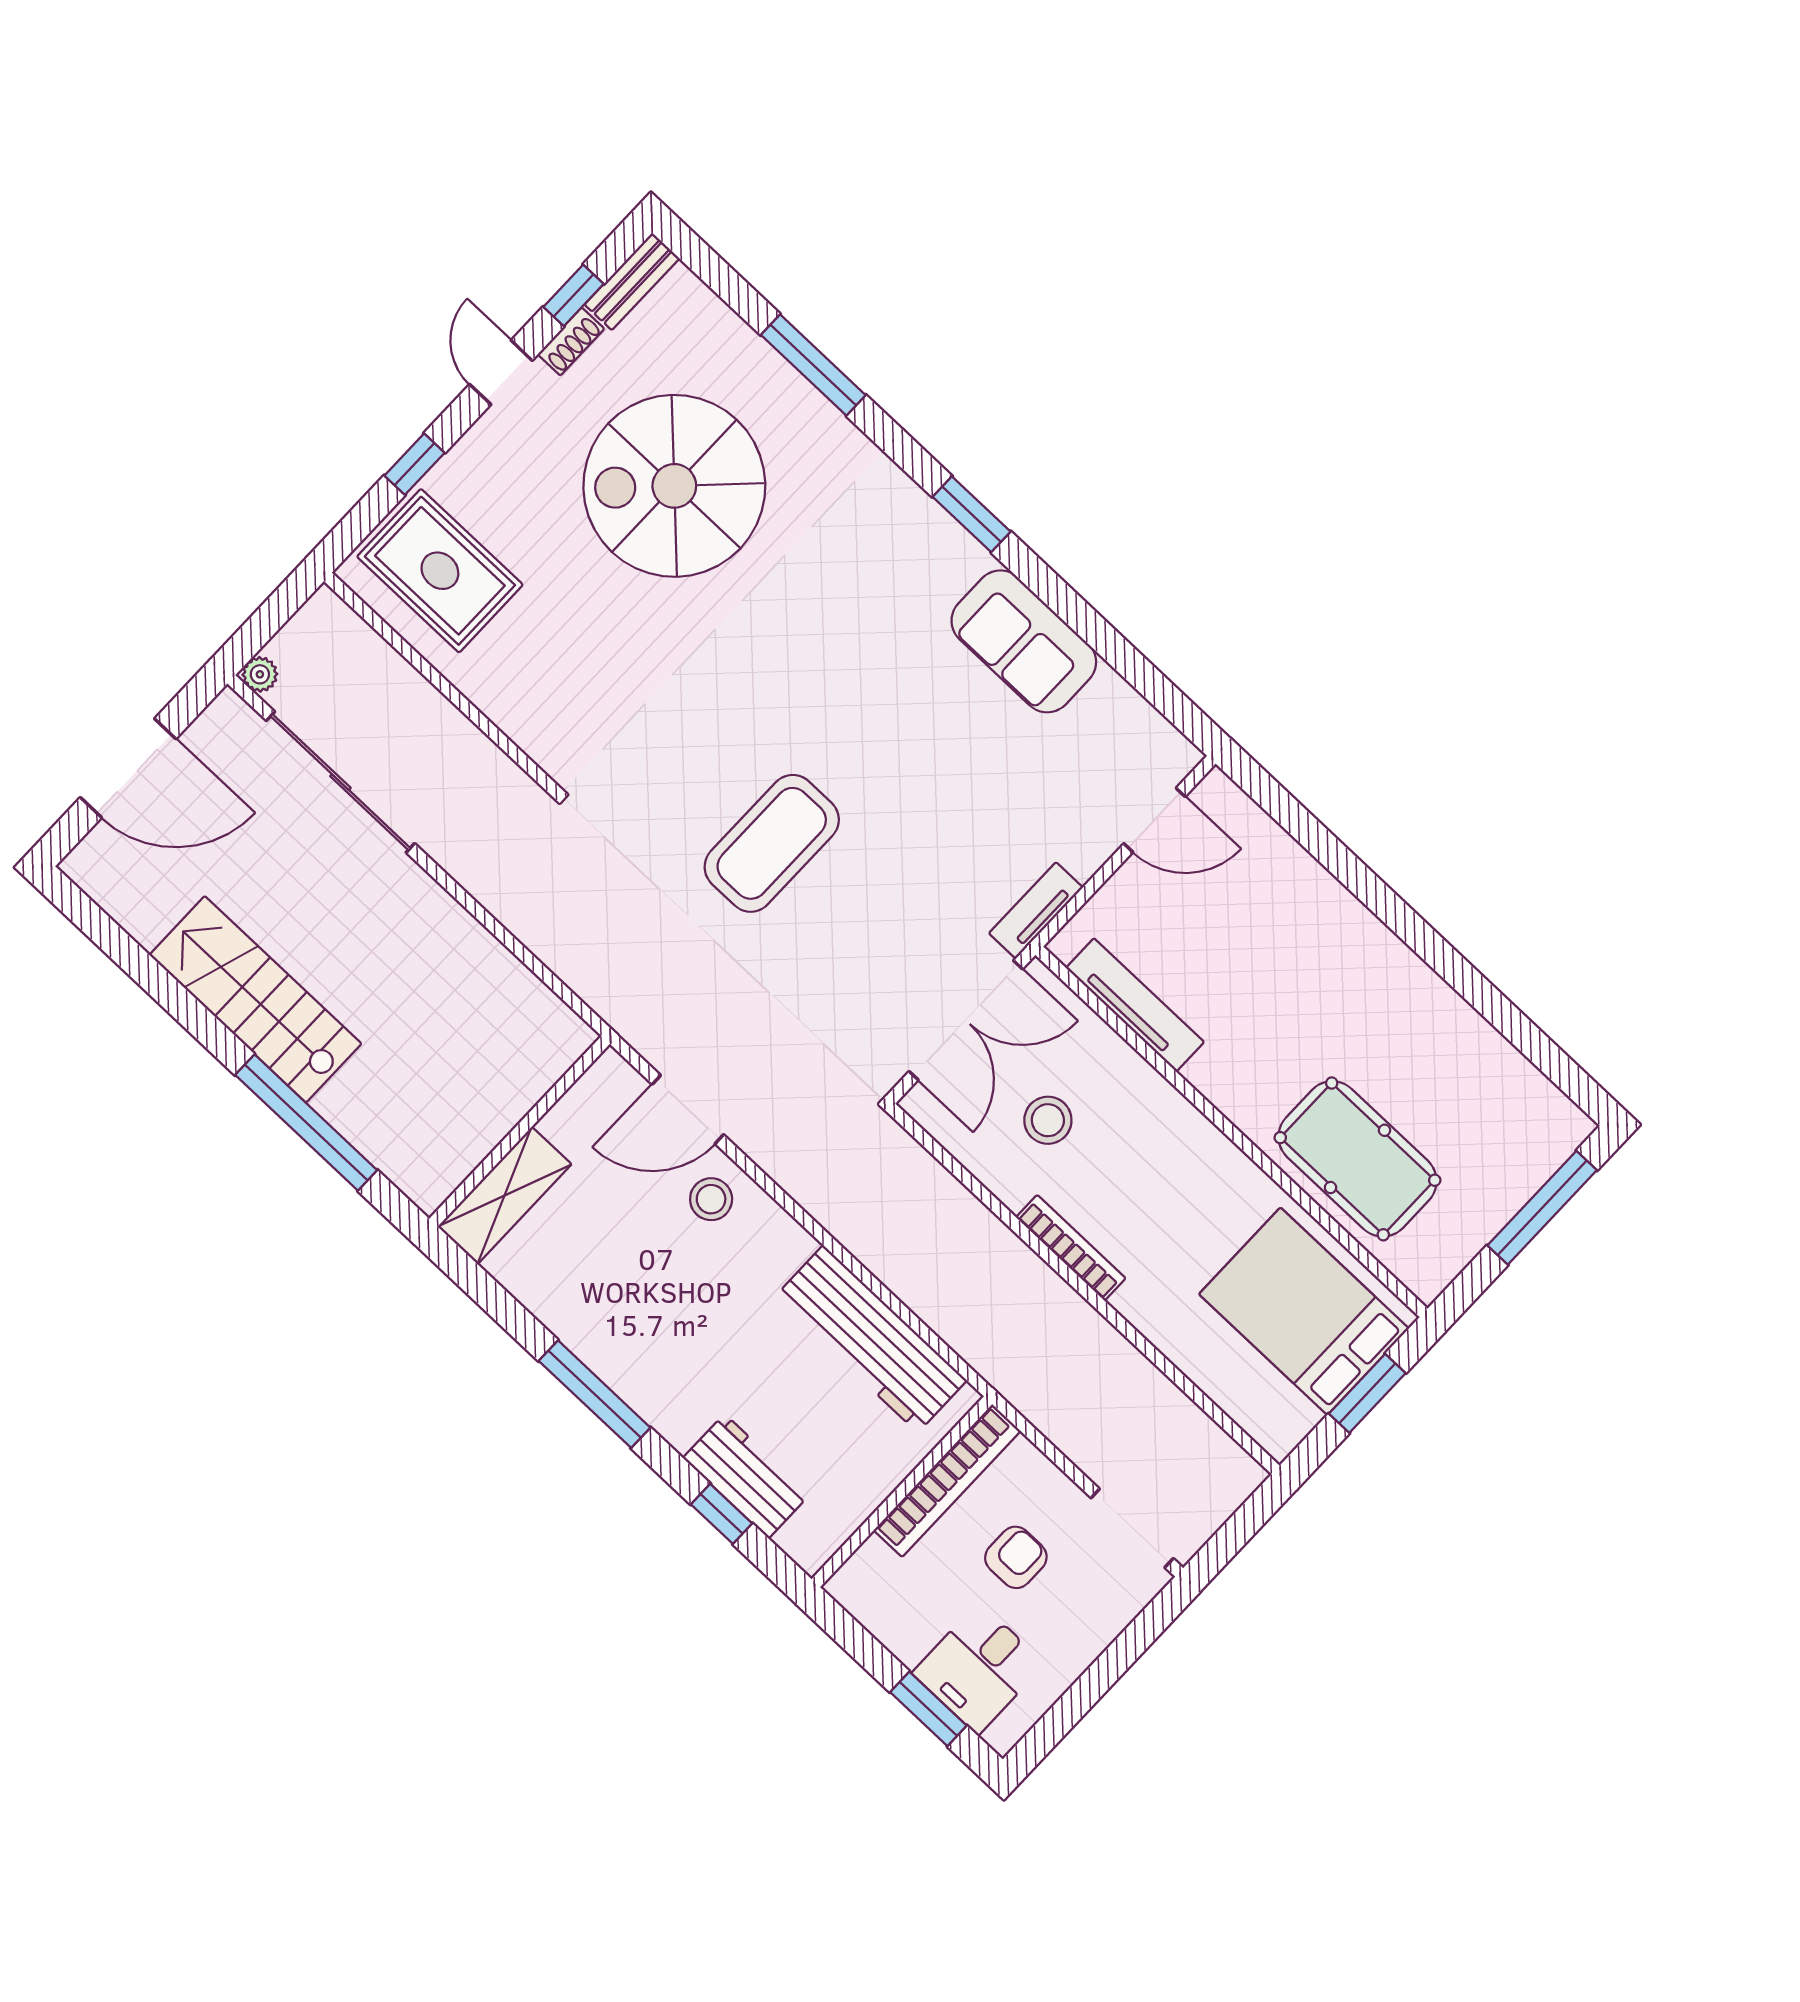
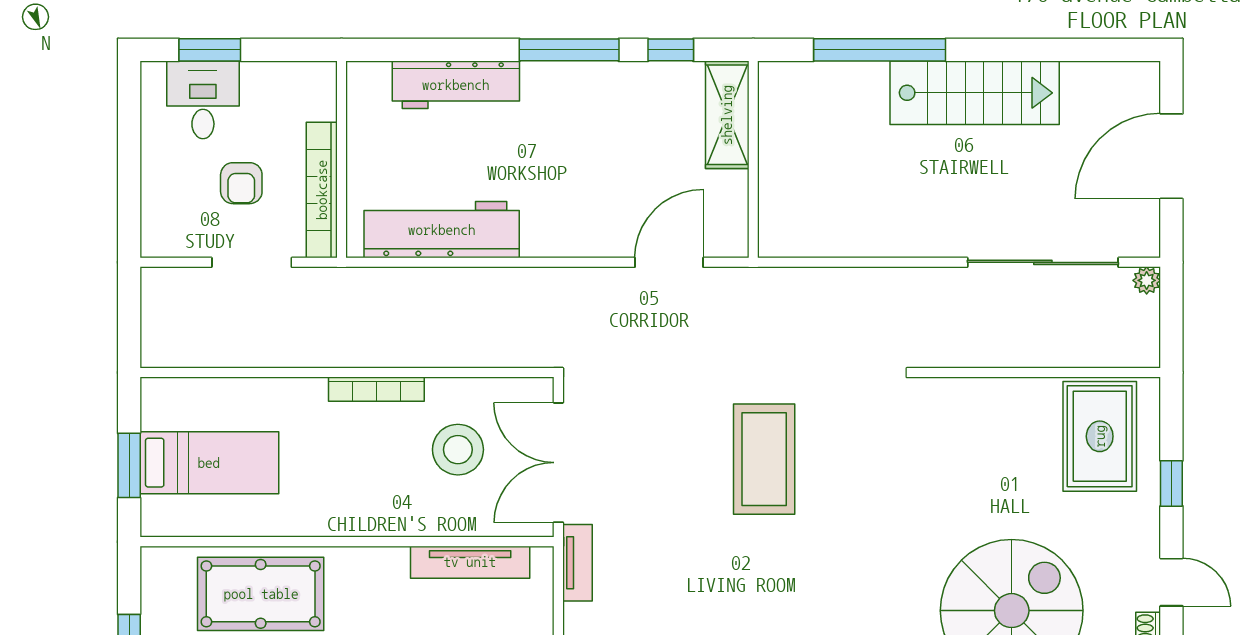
rug: (440, 571) -> (1100, 436), turned 90
stool: (1048, 1120) -> (458, 450), width x1.38, depth x1.38
stool: (711, 1199) -> (608, 224), removed
bed: (1304, 1311) -> (209, 463), width x0.67
workbench: (747, 1476) -> (456, 85), width x1.38
window: (722, 1514) -> (671, 50), moved
doorway: (1132, 1528) -> (252, 262), moved

